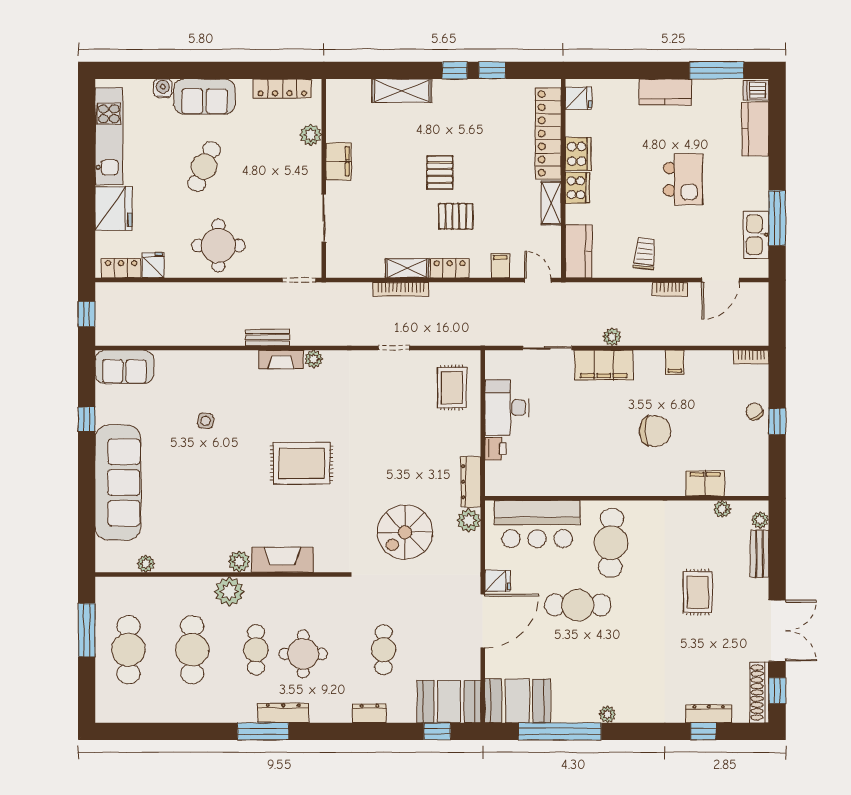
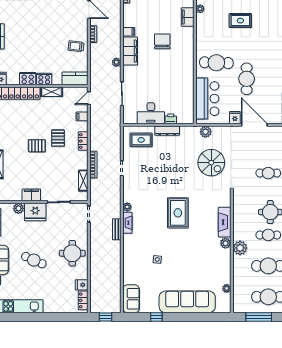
kitchen island: (683, 179) -> (40, 28), removed
fridge: (114, 208) -> (35, 212), moved, turned 180
shelving: (407, 268) -> (83, 181), moved
filing cabinet: (604, 365) -> (130, 51), moved
dresser: (471, 482) -> (167, 131), moved

